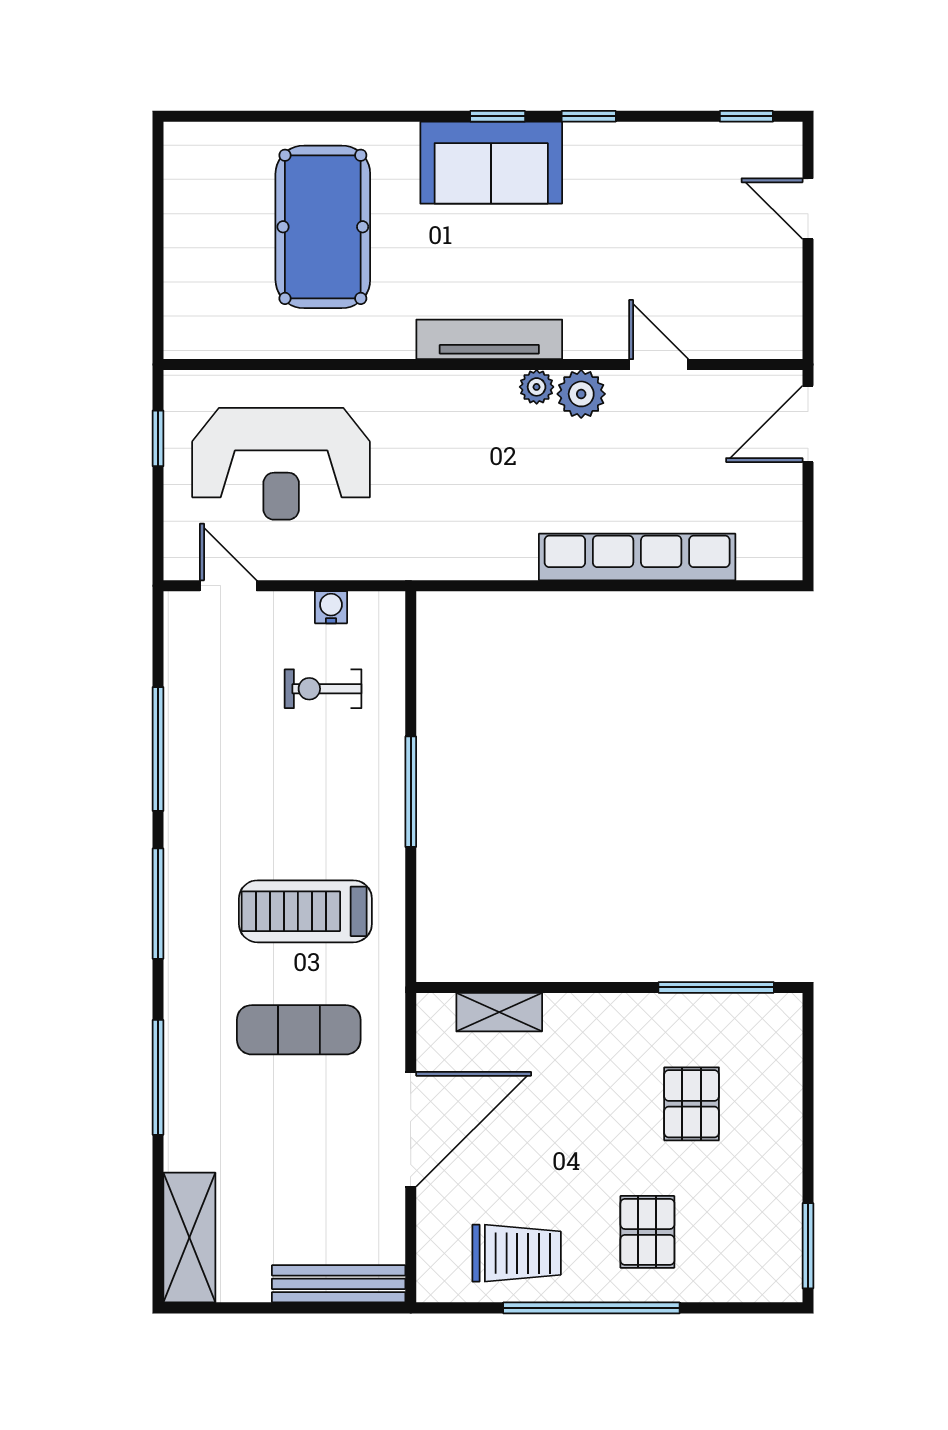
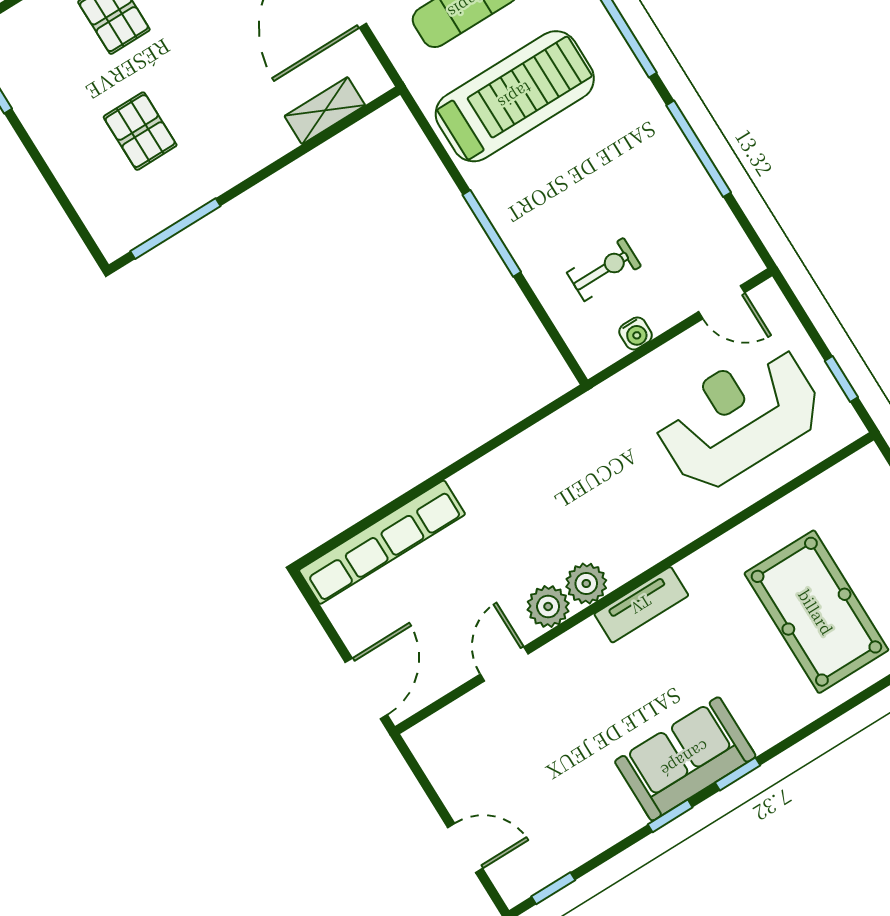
sofa: (491, 163) -> (685, 759), moved
tv unit: (489, 339) -> (641, 605), width x0.71
door: (659, 365) -> (504, 664), swing flipped
plant: (537, 387) -> (586, 584), width x1.38, depth x1.38
row of seats: (637, 557) -> (382, 542), moved
treadmill: (305, 911) -> (515, 96), width x1.37, depth x1.38

